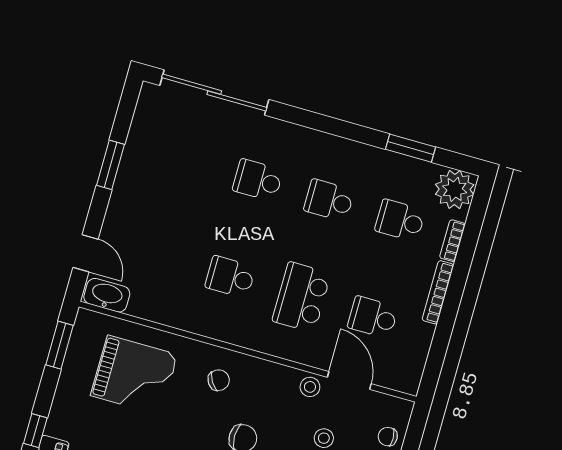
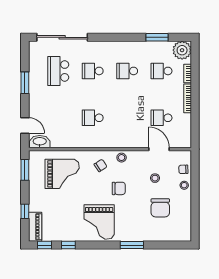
school desk: (302, 297) -> (58, 71), moved
stool: (310, 387) -> (122, 158), moved

